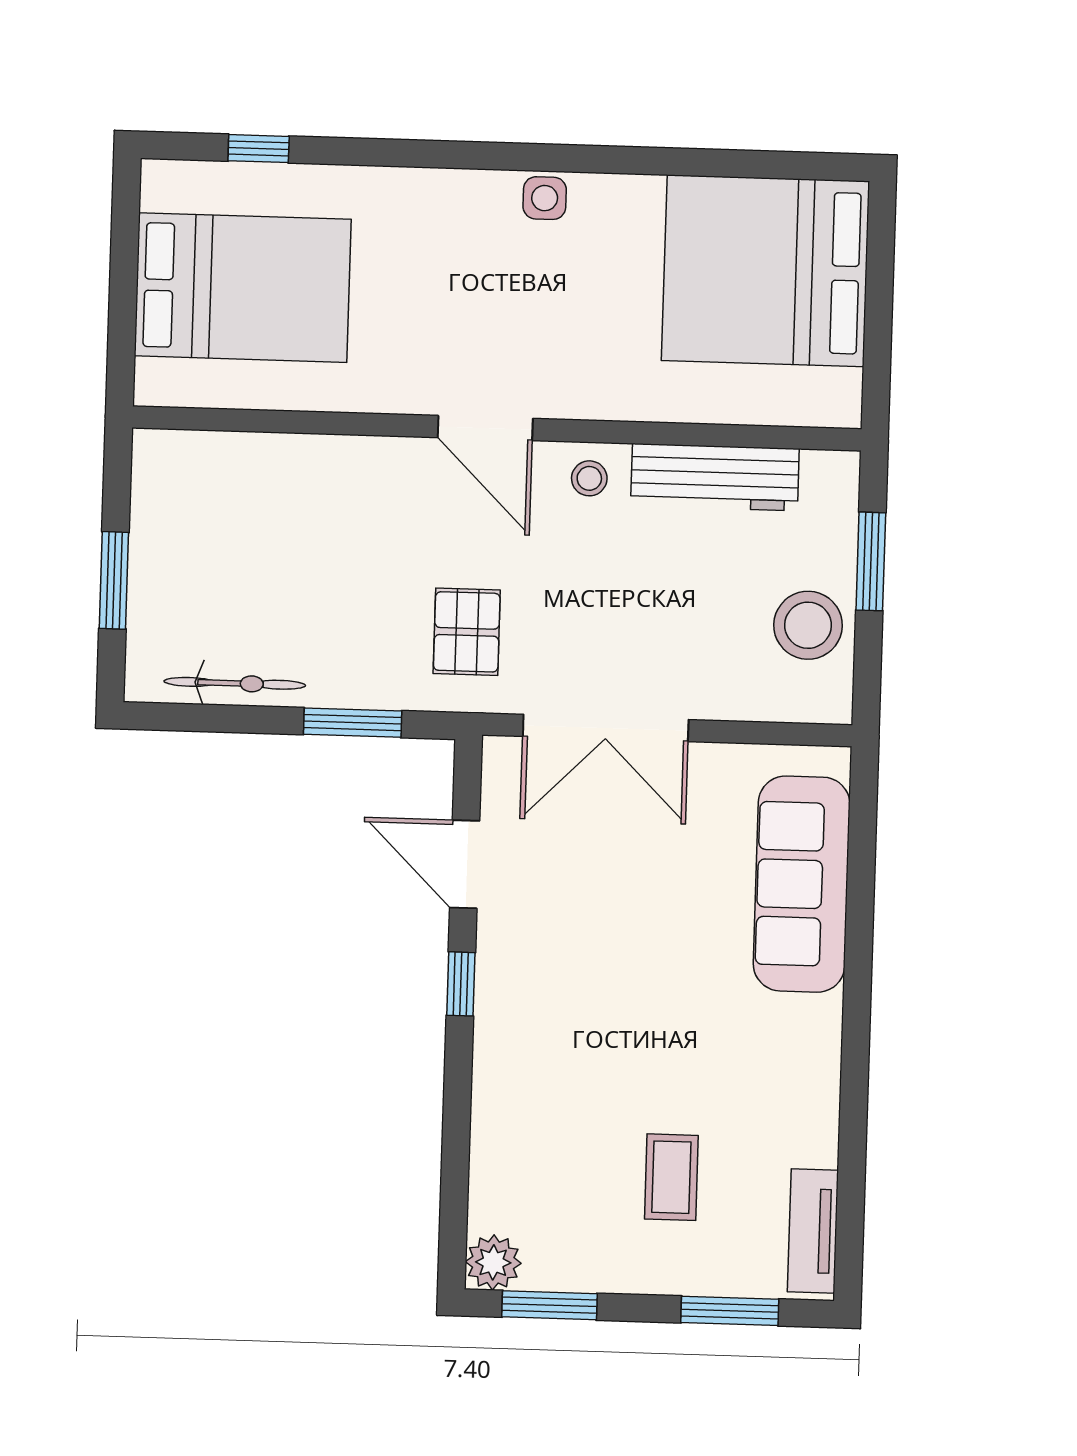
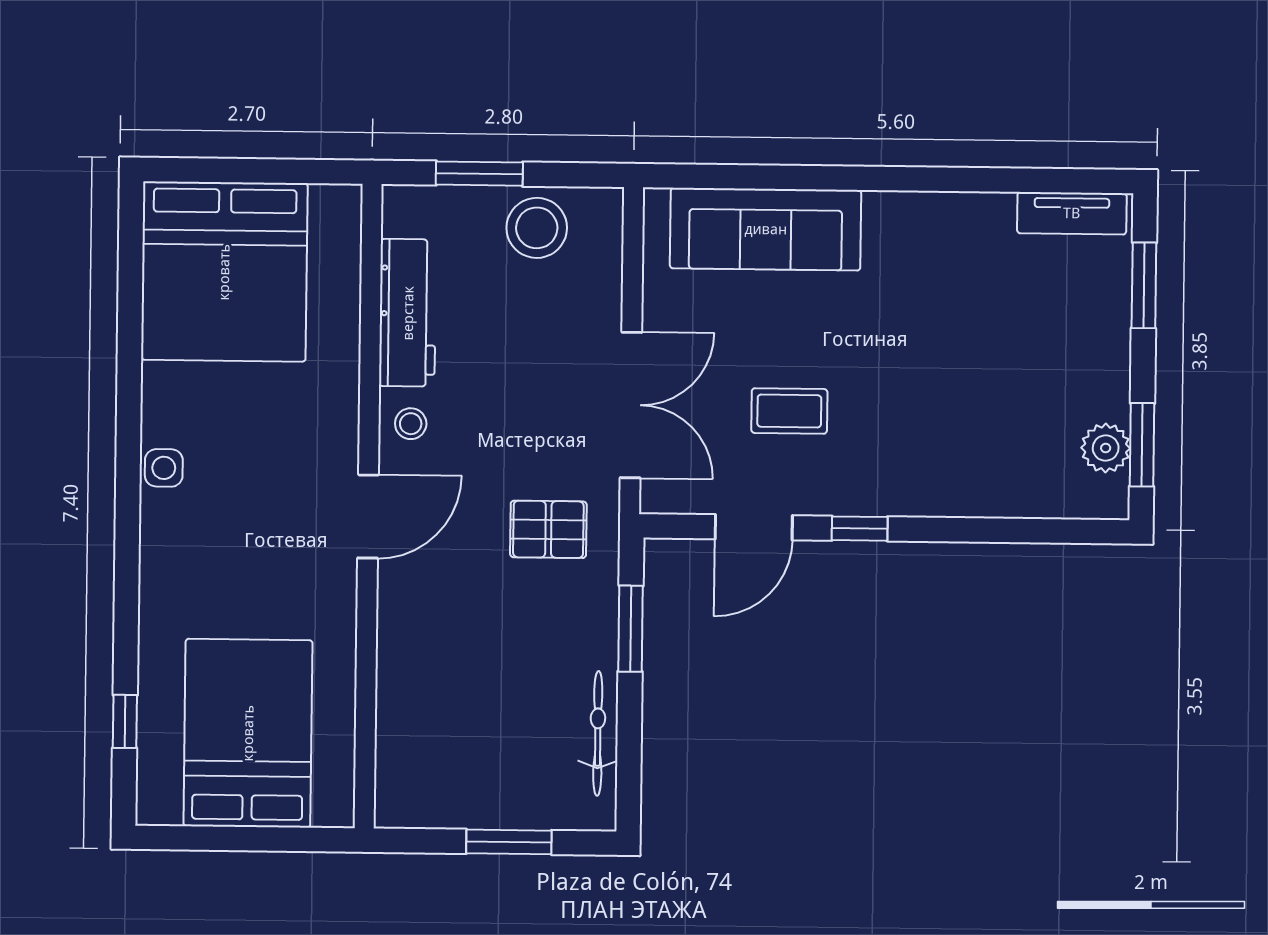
coffee table: (671, 1177) -> (789, 411), moved
plant: (493, 1262) -> (1106, 448), moved

